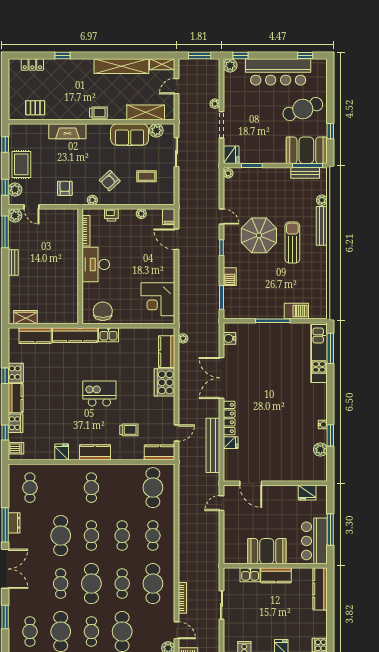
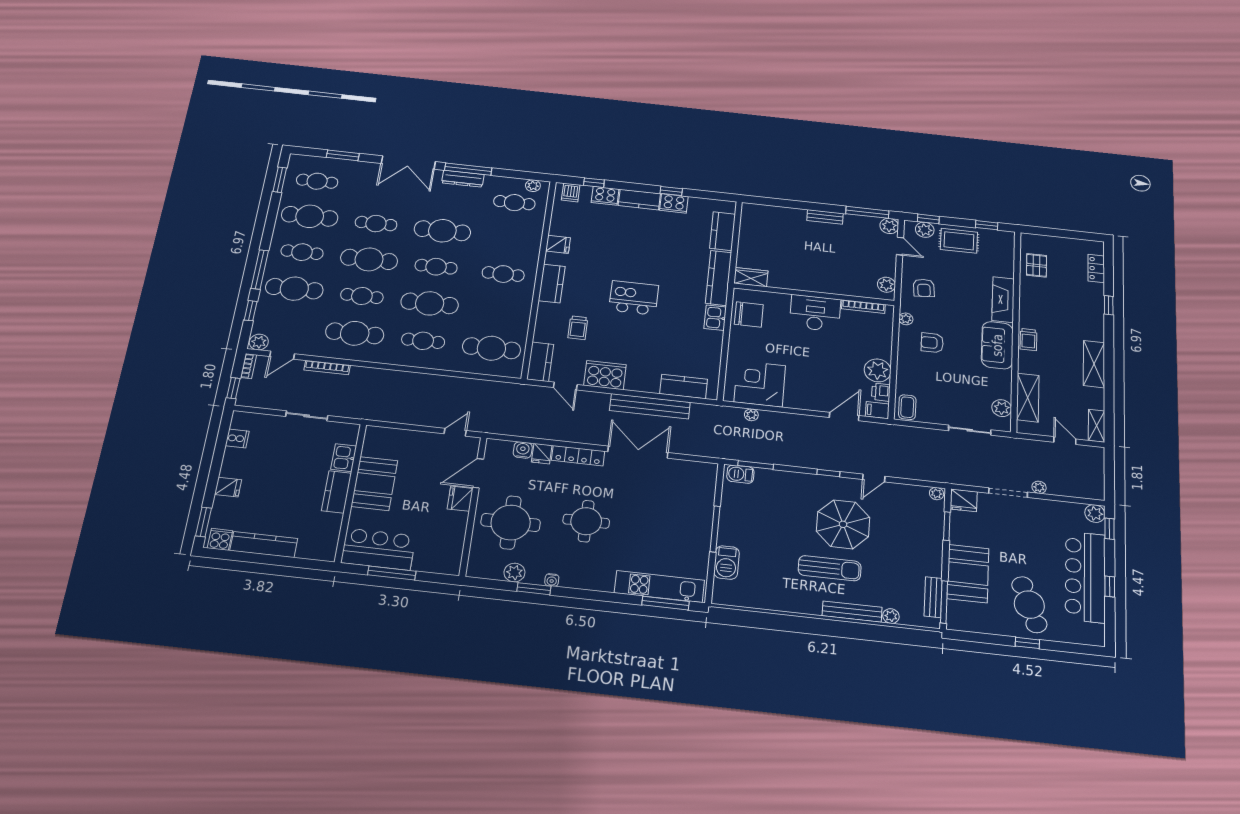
window: (200, 56) -> (1109, 475), removed
window: (305, 56) -> (1110, 586), moved
shelving: (121, 66) -> (1094, 364), width x0.68
window: (330, 131) -> (1027, 643), moved
sofa: (130, 135) -> (997, 345), moved
booth: (306, 150) -> (968, 574), moved
coffee table: (147, 176) -> (907, 407), moved
armchair: (110, 181) -> (932, 343), turned -47
armchair: (65, 188) -> (924, 288), turned 85
door: (31, 207) -> (900, 246), swing flipped
plant: (141, 214) -> (878, 370), width x1.88, depth x1.88
plant: (66, 215) -> (886, 285), added
printer: (111, 215) -> (881, 392), moved
barbecue: (230, 277) -> (740, 474), moved
wardrobe: (25, 317) -> (751, 277), moved, turned -90
plant: (183, 338) -> (751, 415), moved
water cooler: (229, 338) -> (523, 450), moved
cooker: (164, 382) -> (605, 375), moved
kitchen island: (99, 393) -> (634, 298), turned -90
round table: (277, 407) -> (586, 521), added
bench: (213, 445) -> (650, 406), moved
round table: (285, 457) -> (511, 523), added
plant: (14, 476) -> (533, 186), added
fridge: (307, 493) -> (460, 499), moved
door: (222, 503) -> (455, 432), hinge flipped
dresser: (14, 523) -> (463, 179), width x1.44
cafe table: (122, 536) -> (430, 303), width x1.37, depth x1.35
kitchen counter: (320, 589) -> (264, 545), moved

